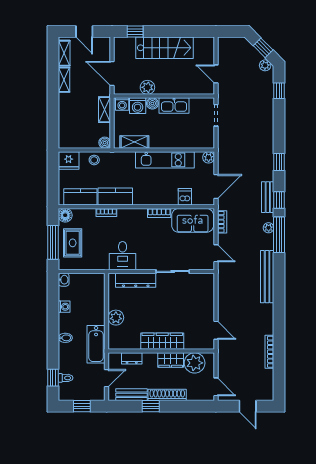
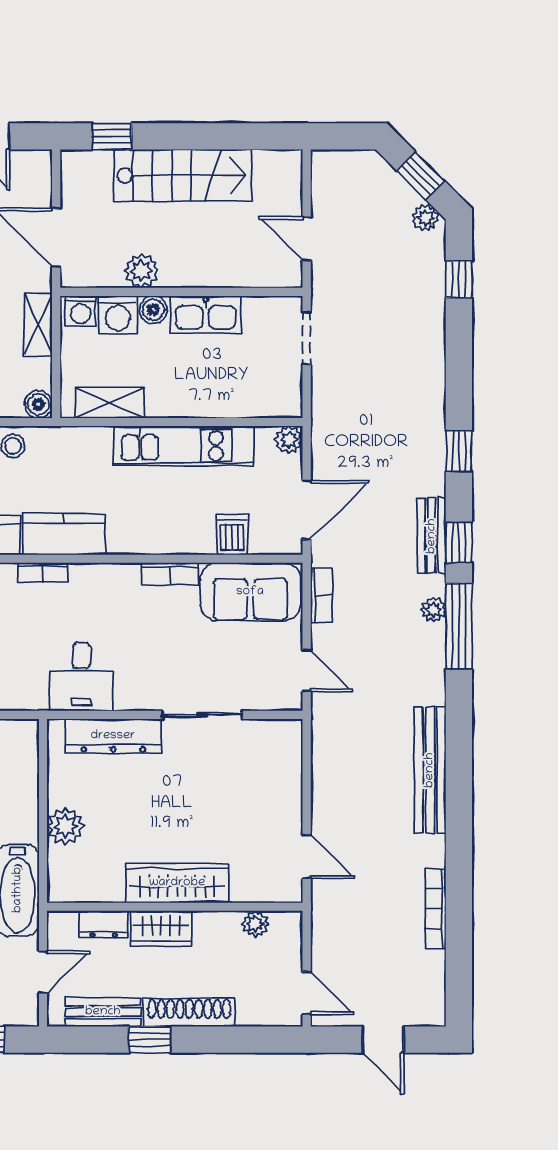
bench: (267, 277) -> (430, 770), moved
wardrobe: (171, 360) -> (161, 928), moved
plant: (195, 363) -> (255, 924), width x0.53, depth x0.53

